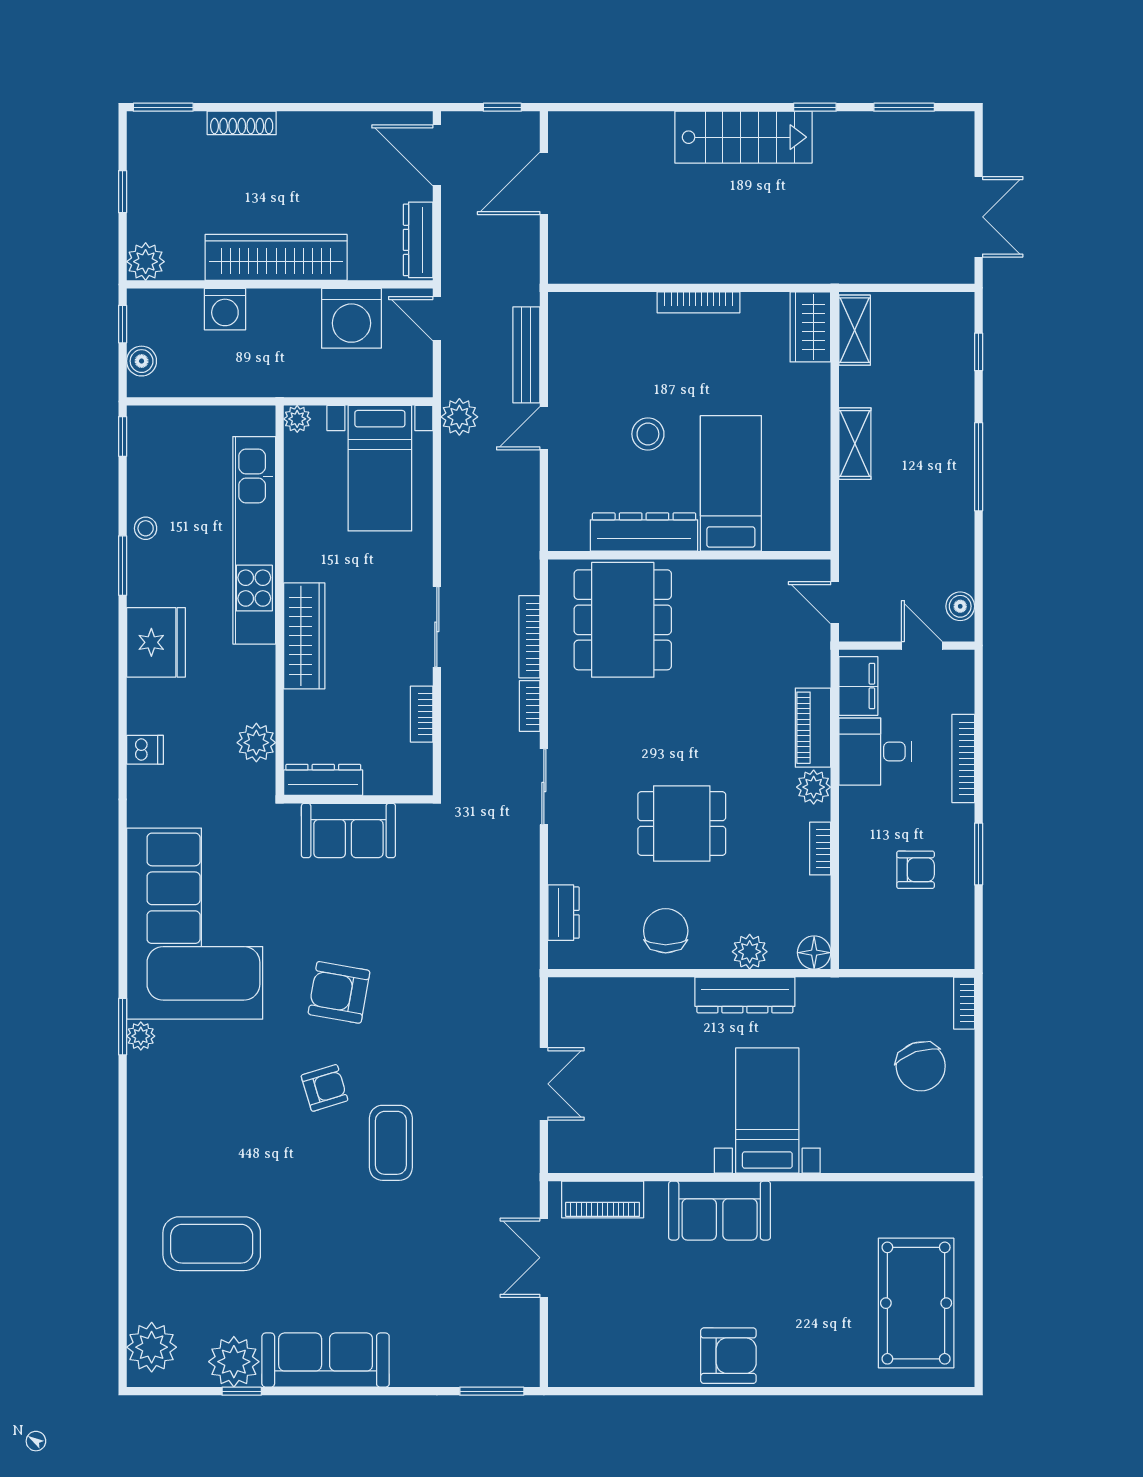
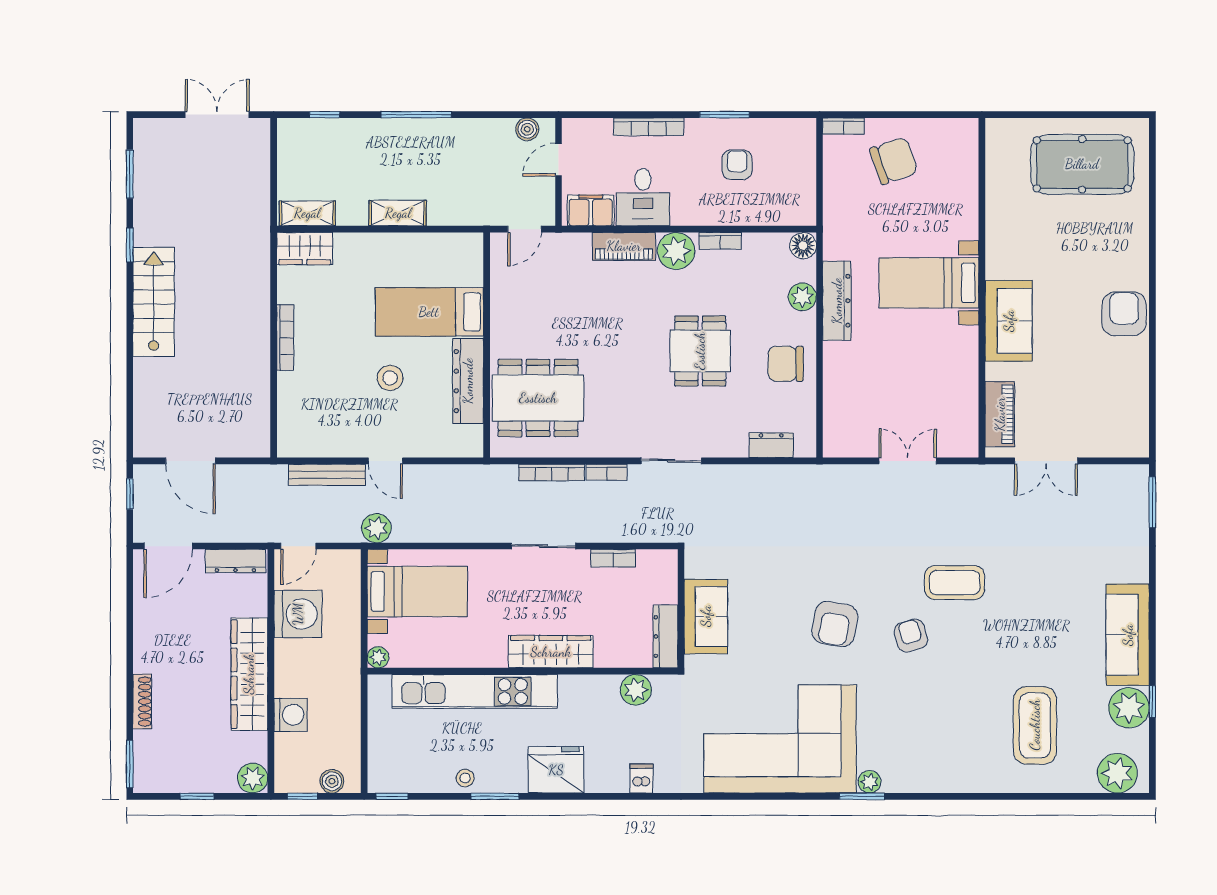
plant: (814, 787) -> (676, 251), width x1.36, depth x1.36

